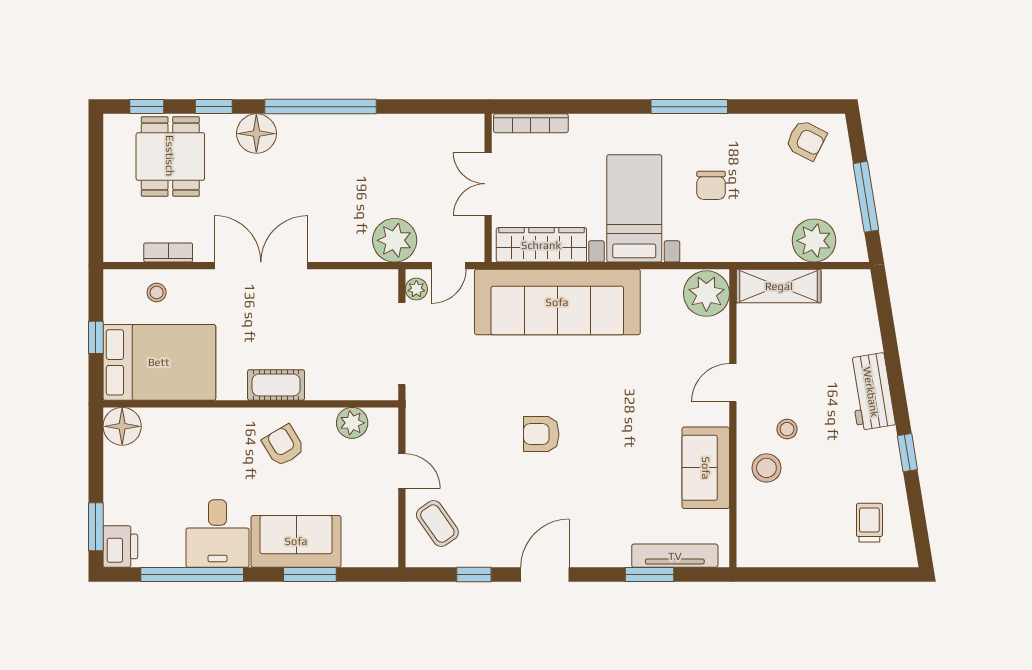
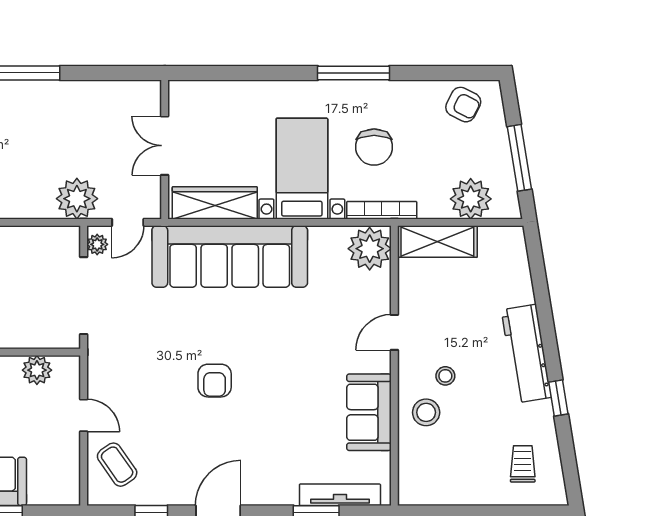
bookcase: (531, 123) -> (382, 210), moved, turned 180
chair: (711, 185) -> (374, 147), width x1.37, depth x1.37
workbench: (871, 392) -> (526, 354), width x1.38
armchair: (541, 434) -> (215, 381), turned -90

